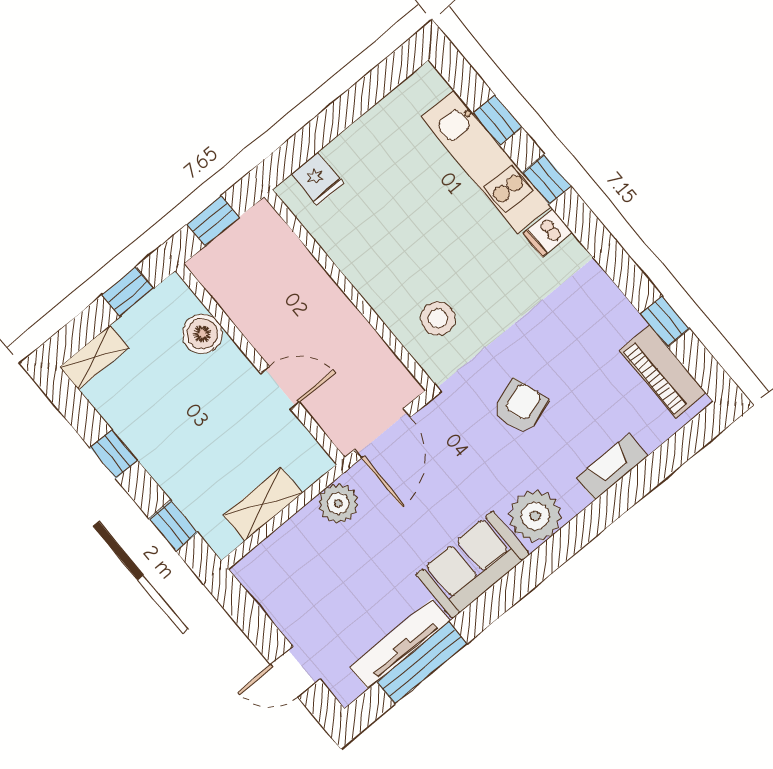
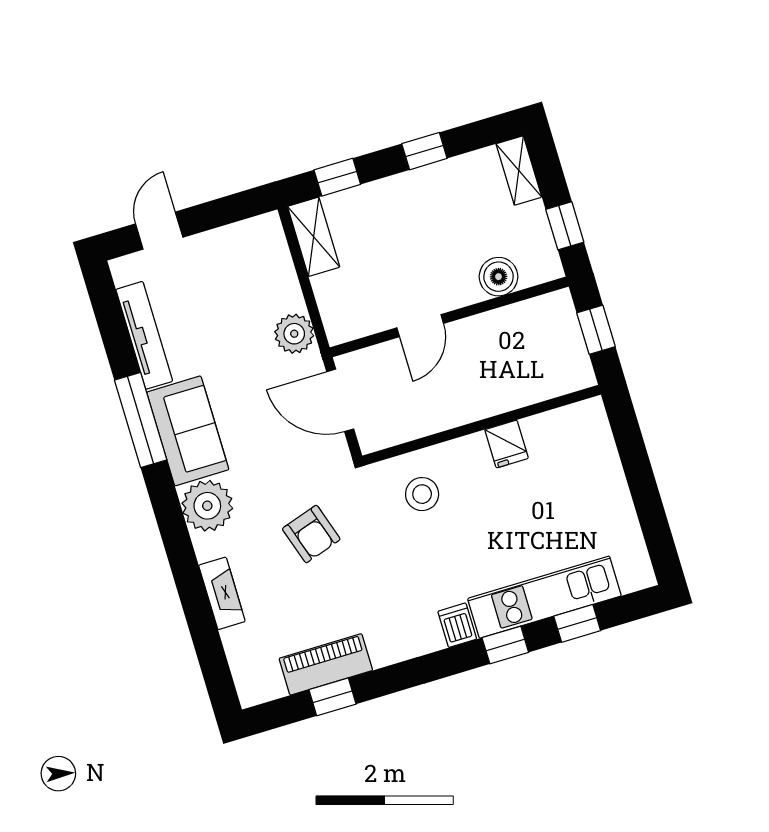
fridge: (317, 179) -> (507, 444), moved, turned -90
piano: (663, 371) -> (326, 664), moved
shelving: (263, 504) -> (314, 237), moved
window: (422, 663) -> (141, 420), moved

